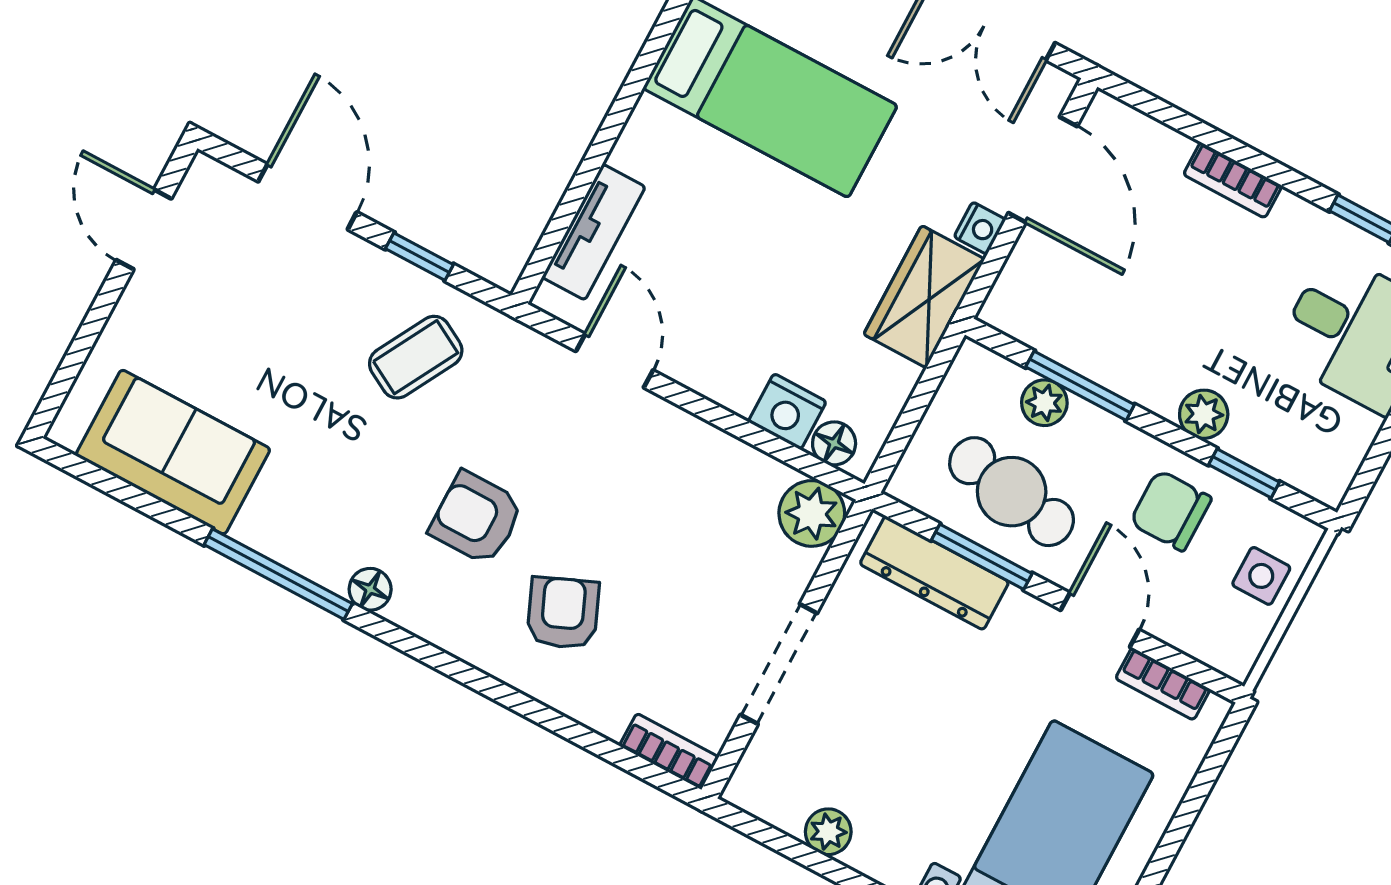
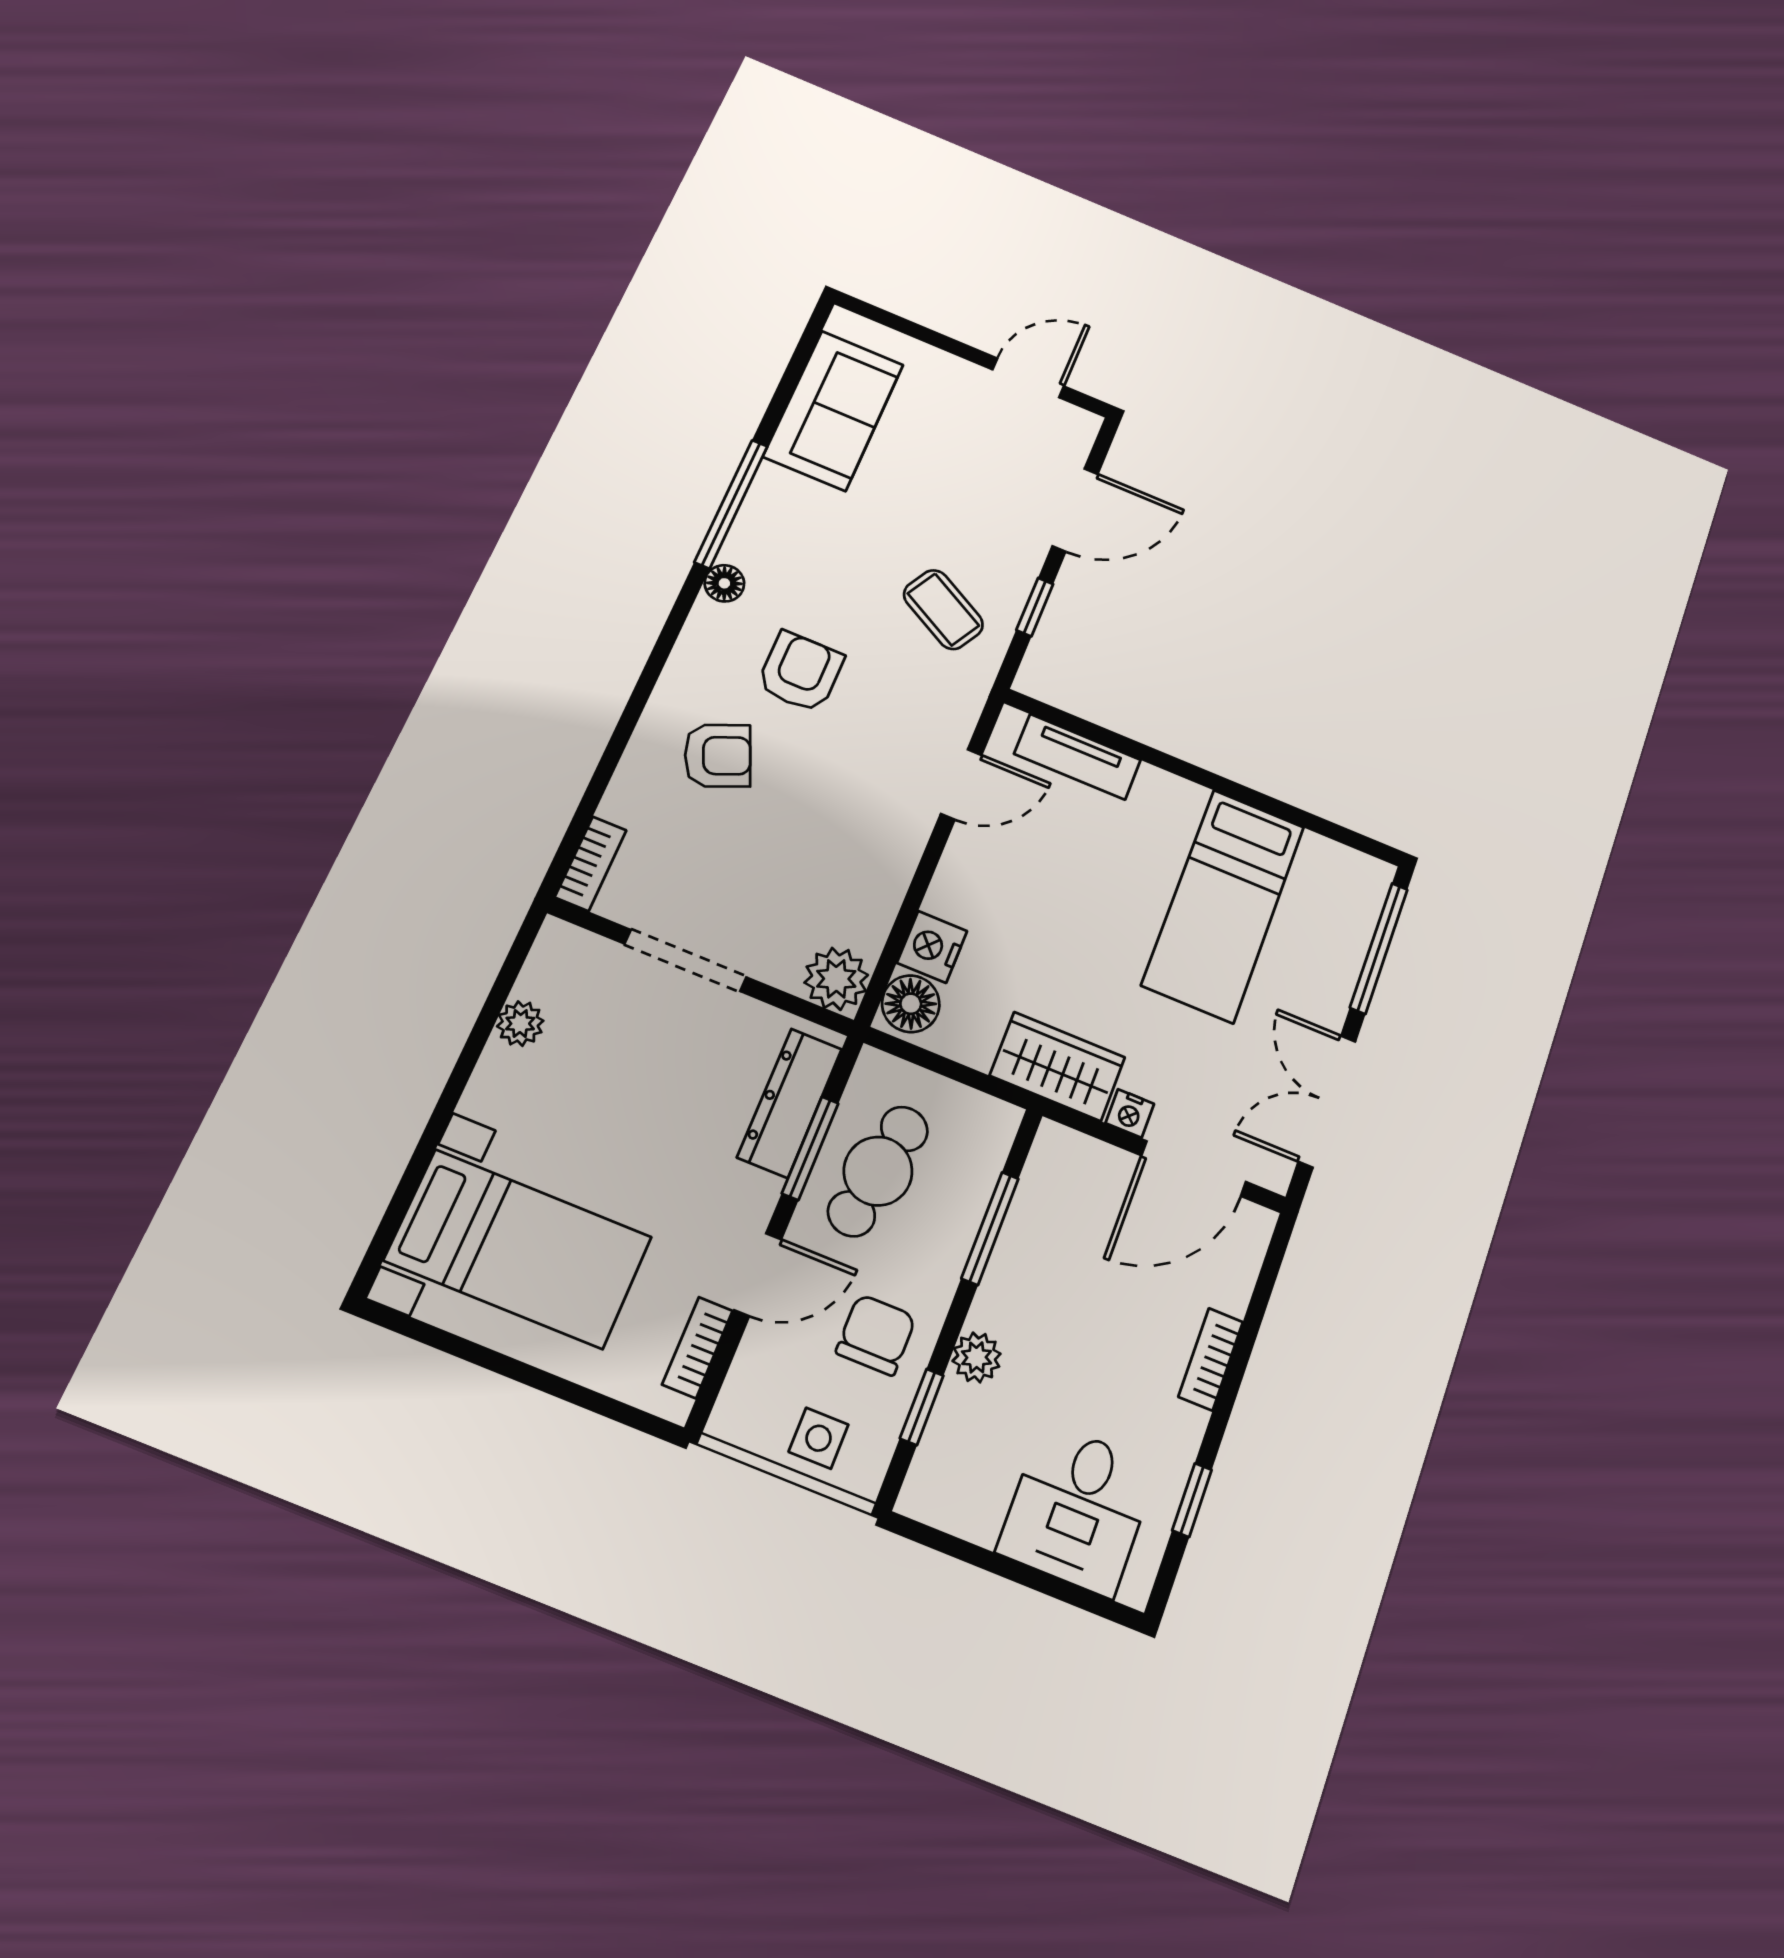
plant: (1044, 403) -> (969, 1194), removed
floor lamp: (834, 443) -> (911, 1004), width x1.37, depth x1.37

